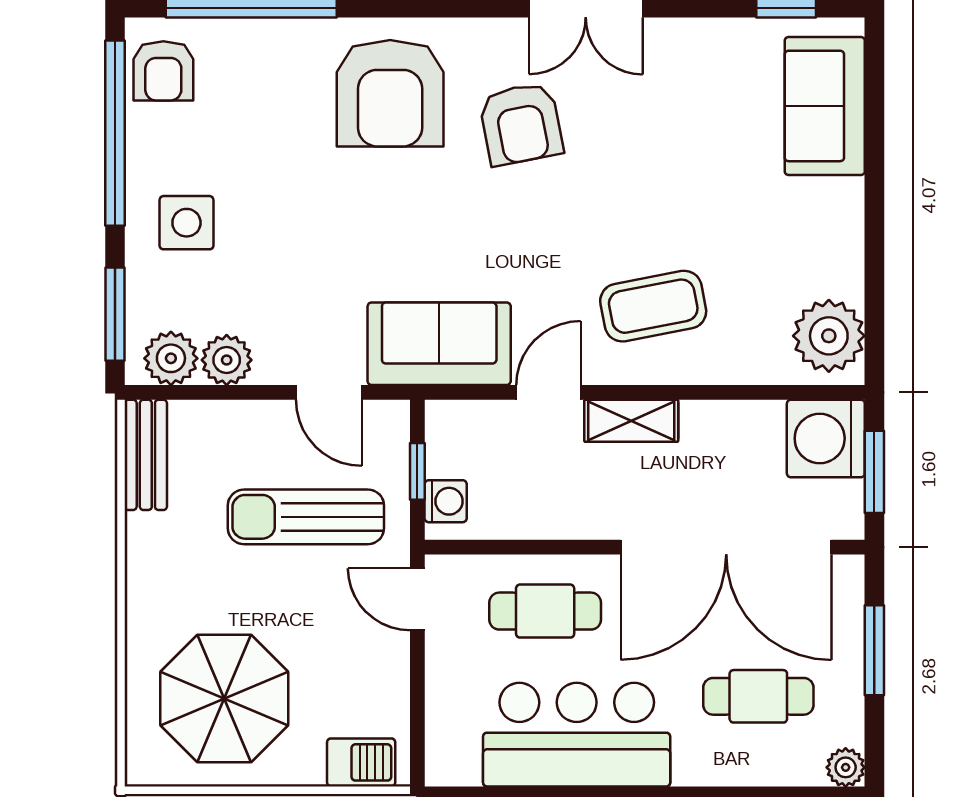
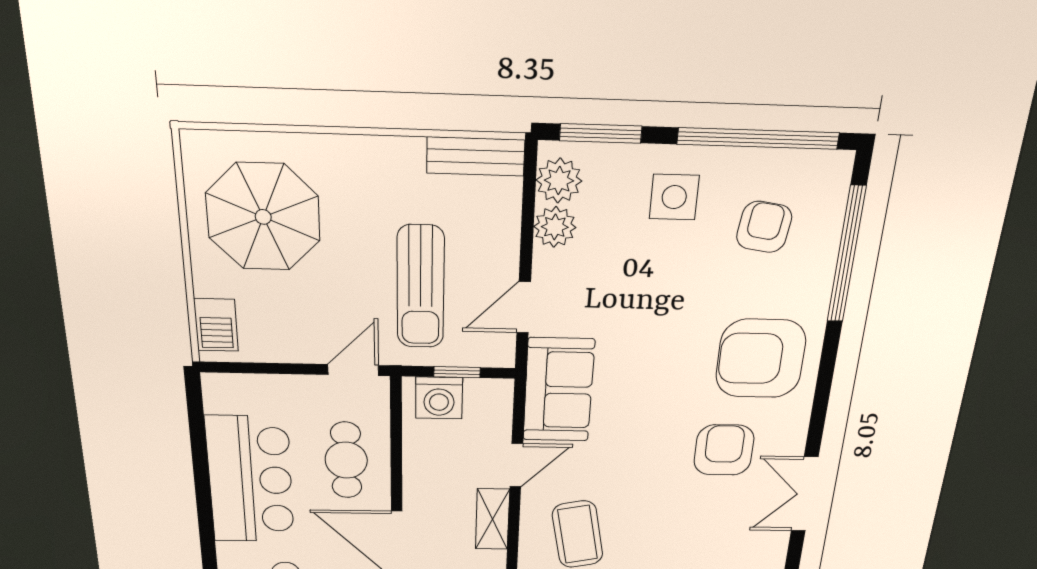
armchair: (163, 71) -> (764, 227), moved, turned 98
armchair: (521, 124) -> (724, 450), turned 101
door: (549, 392) -> (516, 465), hinge flipped
washing machine: (446, 501) -> (439, 398), width x1.38, depth x1.38
sun lounger: (306, 517) -> (421, 287), turned 180

